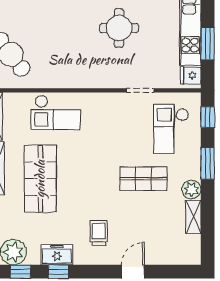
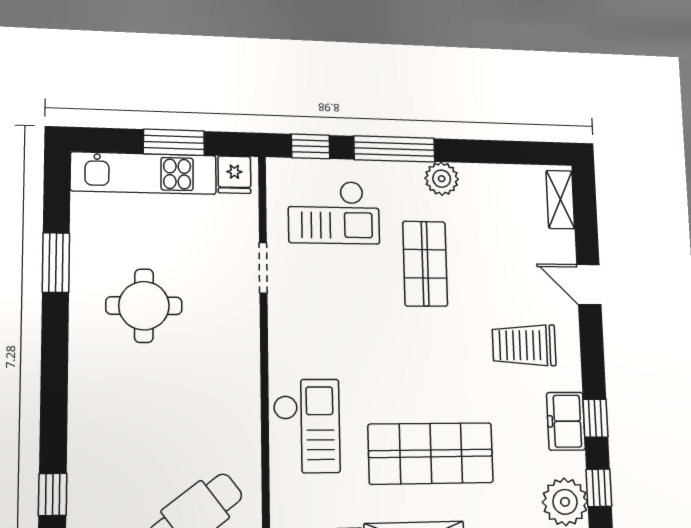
window: (208, 163) -> (394, 149), width x1.44
shelving: (193, 217) -> (560, 200), moved, turned 90
trolley: (99, 233) -> (524, 345), width x1.36, depth x1.39

